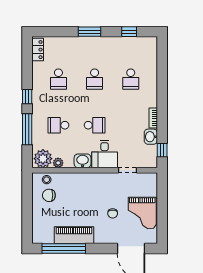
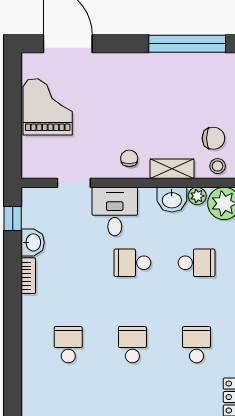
washbasin: (83, 161) -> (172, 200), moved
shelving: (72, 178) -> (172, 169), added
chair: (113, 213) -> (129, 158), moved
piano: (74, 235) -> (169, 67), removed

